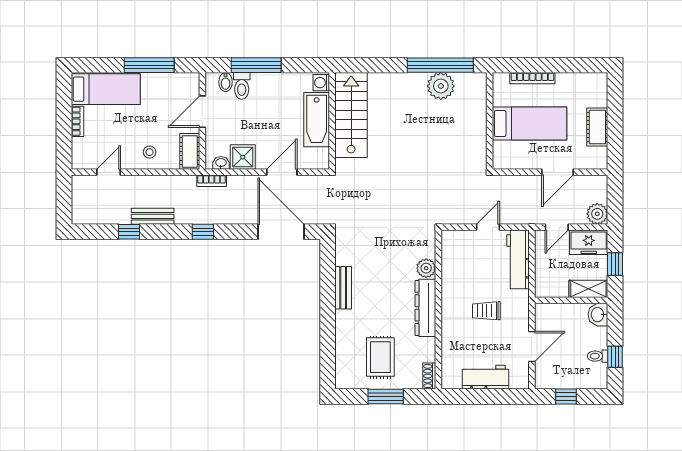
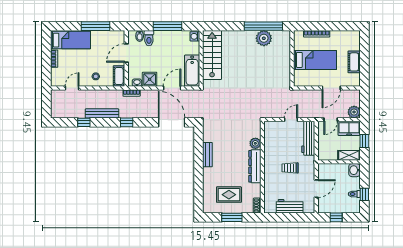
window: (256, 65) -> (168, 26), moved
bathtub: (317, 120) -> (192, 71), moved
bench: (153, 216) -> (102, 113), width x1.36
rug: (380, 357) -> (229, 195), turned 90

